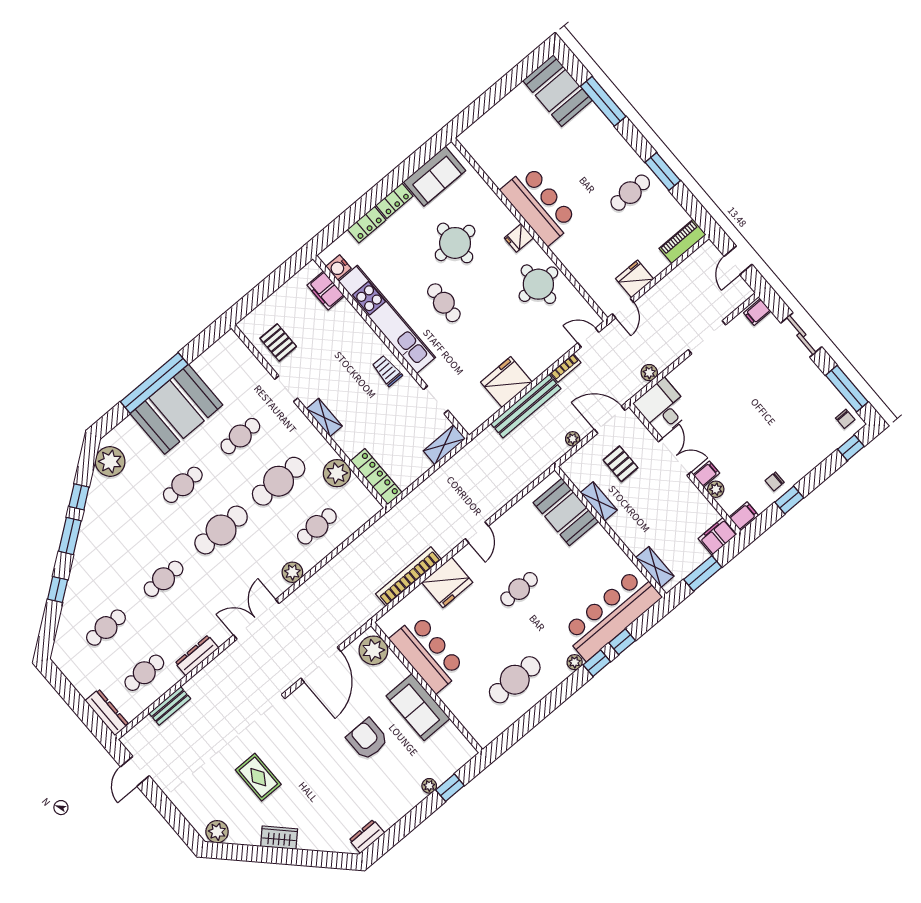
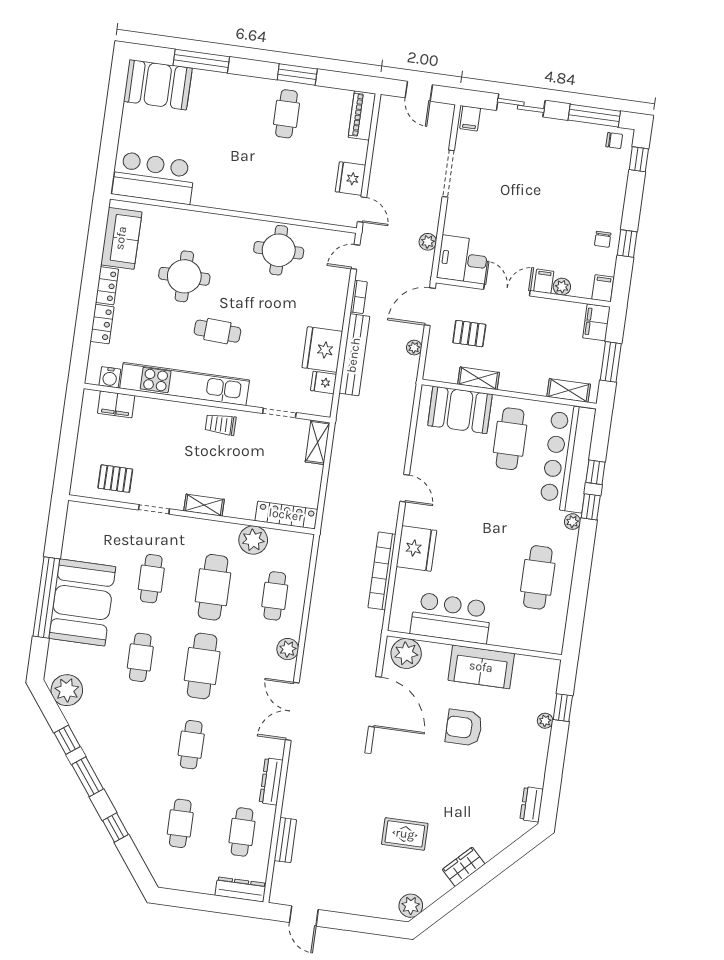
bar counter: (539, 205) -> (154, 178), moved
fridge: (519, 238) -> (324, 382), moved, turned 90
cafe table: (519, 589) -> (510, 439), moved, width x1.37, depth x1.35

